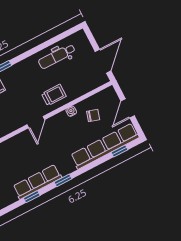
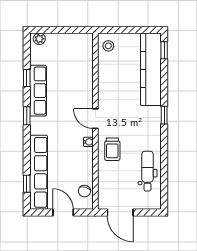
water cooler: (71, 111) -> (88, 142), moved
chair: (93, 115) -> (85, 191), moved

